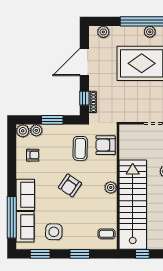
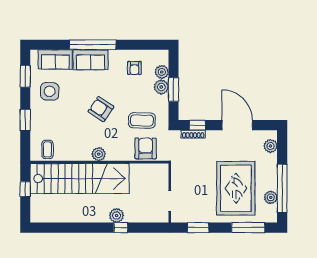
plant: (23, 131) -> (161, 87), moved
window: (12, 217) -> (93, 45), moved

